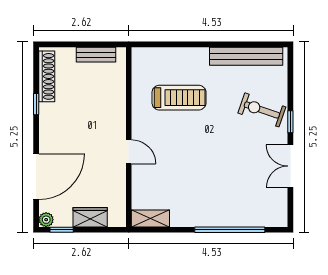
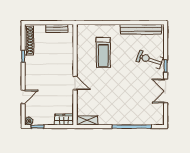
treadmill: (179, 98) -> (103, 53), turned 90
door: (36, 177) -> (23, 97), width x0.53
wardrobe: (90, 217) -> (64, 120), moved

